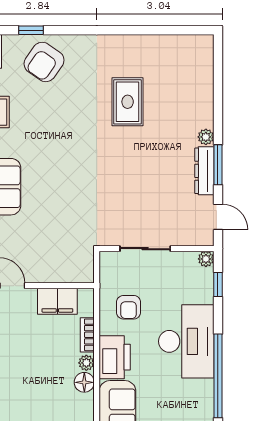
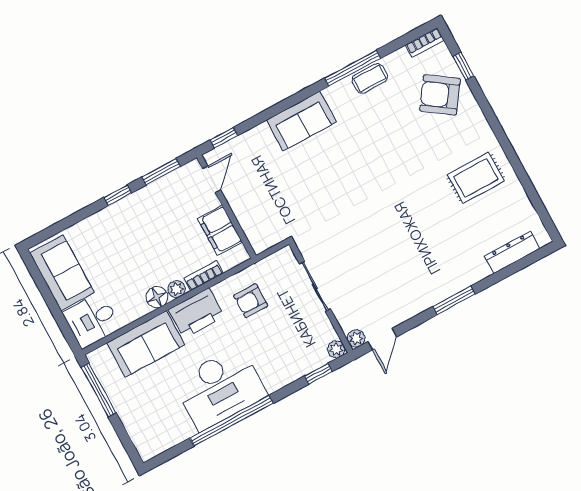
rug: (128, 102) -> (476, 178), moved
plant: (206, 137) -> (356, 338), moved
window: (218, 165) -> (454, 300), moved
dresser: (204, 171) -> (512, 252), moved
desk: (186, 341) -> (220, 388), moved

